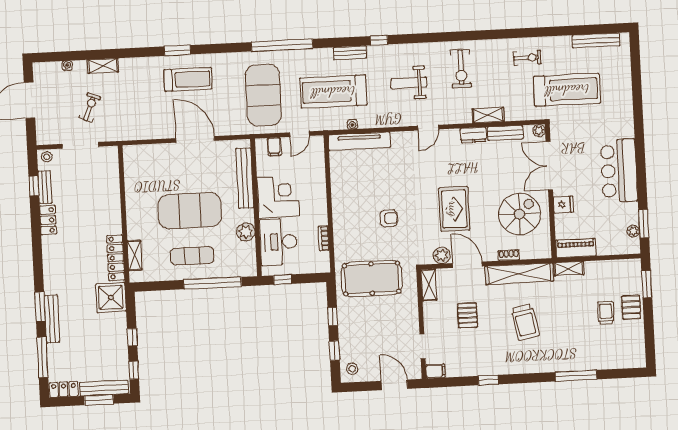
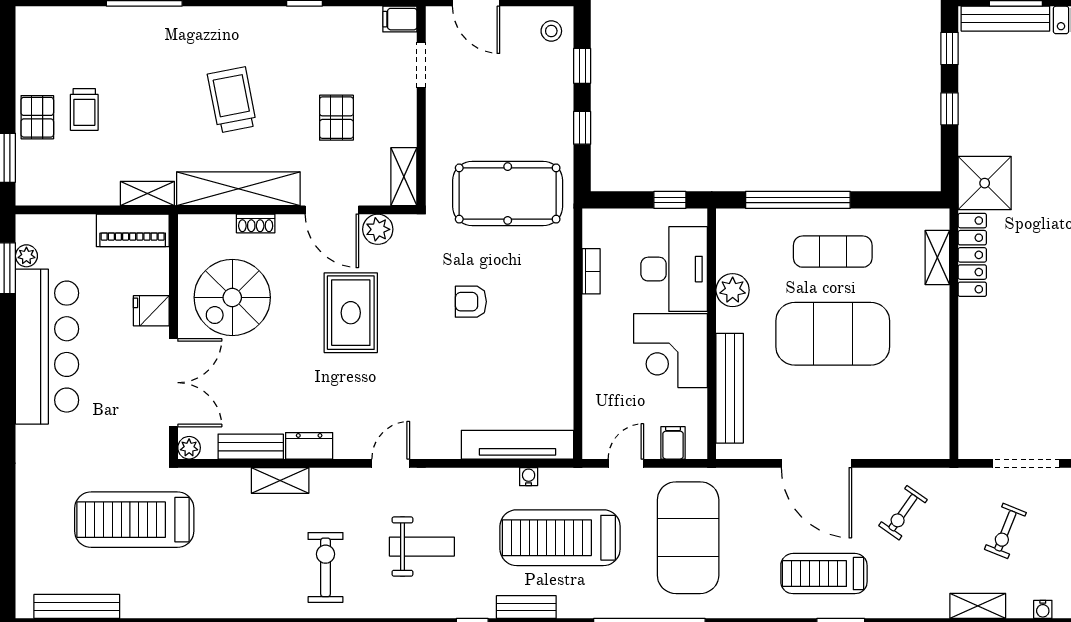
exercise bike: (527, 58) -> (903, 513), moved, turned -55
treadmill: (333, 92) -> (560, 538), turned 180
bar counter: (619, 171) -> (47, 347), width x1.36

